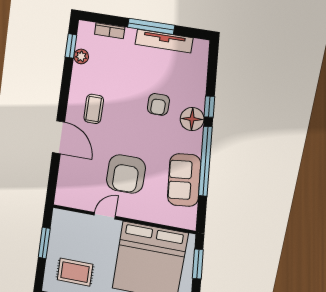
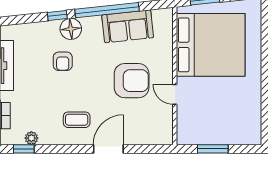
armchair: (158, 104) -> (63, 61), turned 90
rug: (75, 272) -> (236, 115), removed

